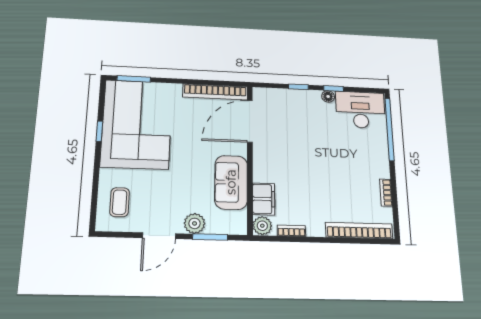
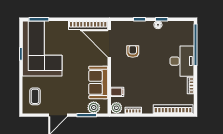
desk: (360, 110) -> (182, 61), moved, turned 90
door: (250, 121) -> (109, 44), hinge flipped
armchair: (289, 135) -> (133, 51), added
filing cabinet: (264, 199) -> (117, 92), width x0.50
plant: (195, 223) -> (94, 108), moved

